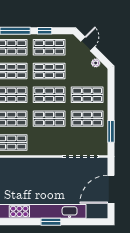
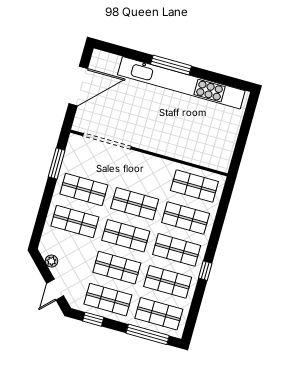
window: (45, 31) -> (93, 319), moved
window: (51, 222) -> (171, 65), width x1.44

